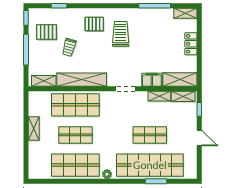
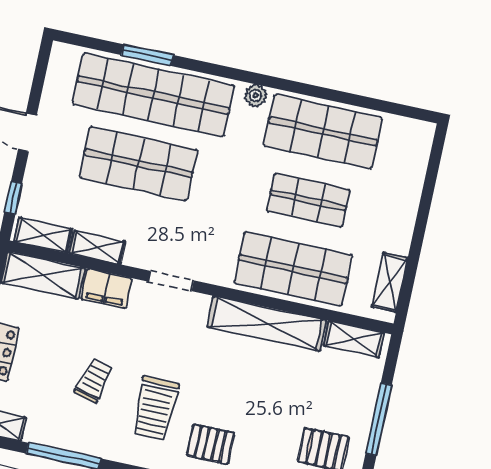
trolley: (69, 47) -> (94, 380), moved
shelving: (34, 128) -> (390, 282), moved
shop shelf: (150, 135) -> (139, 164), width x1.43, depth x1.36

